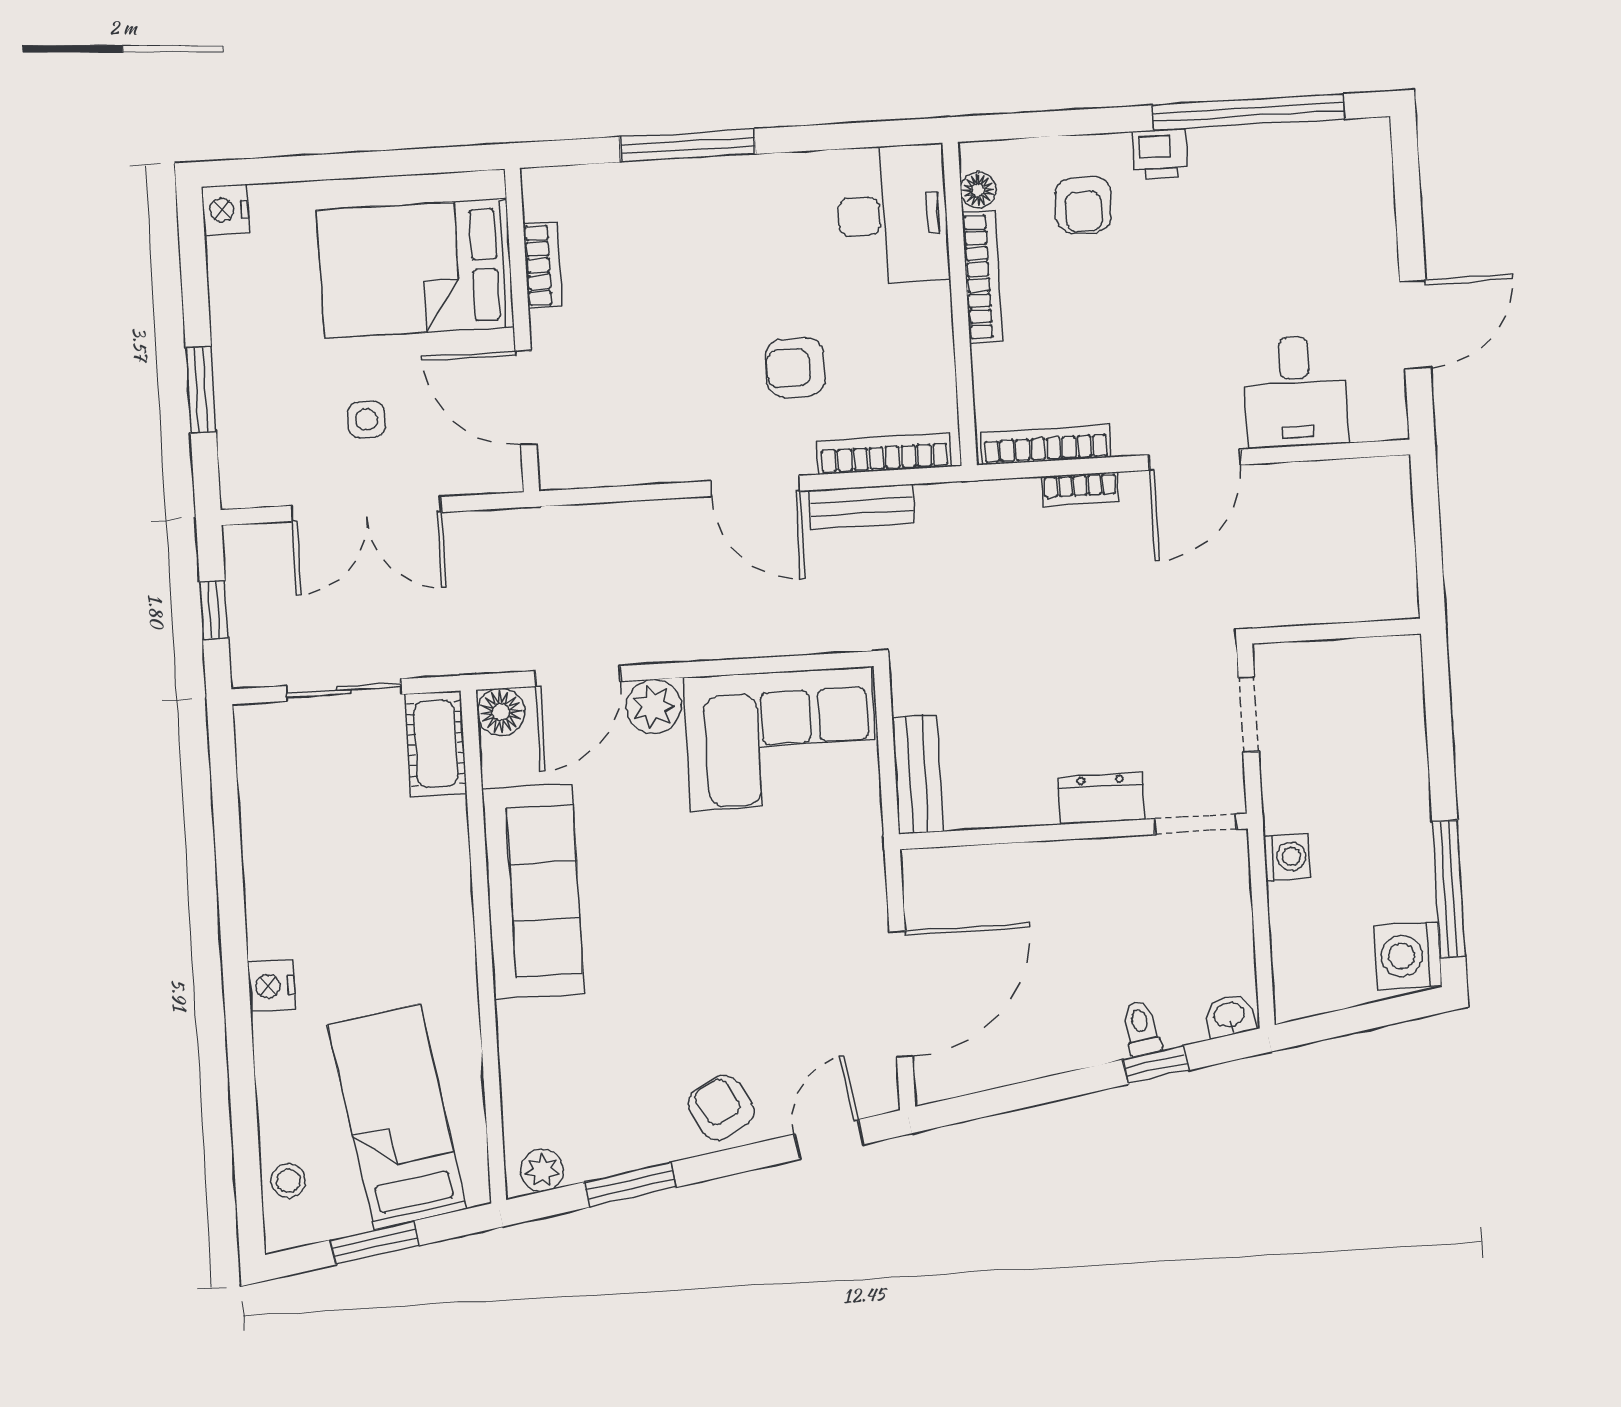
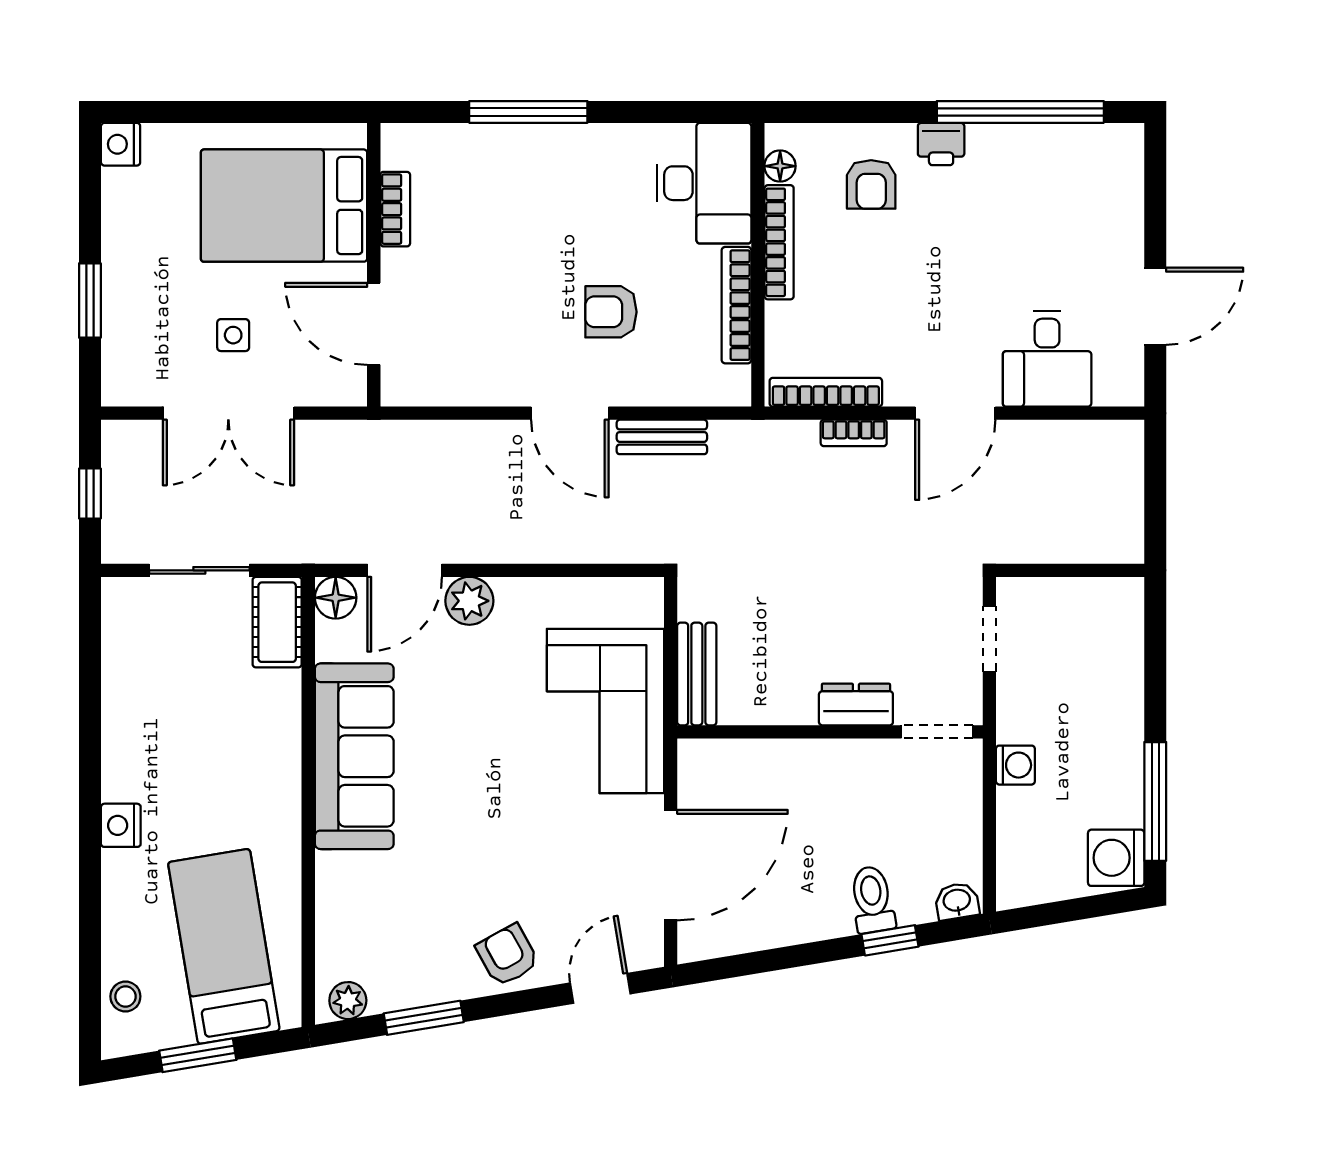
bookcase: (884, 454) -> (736, 305), moved, turned -90
corner sofa: (781, 739) -> (605, 711), moved, turned 90
toilet: (1141, 1028) -> (872, 899), width x1.37, depth x1.39

